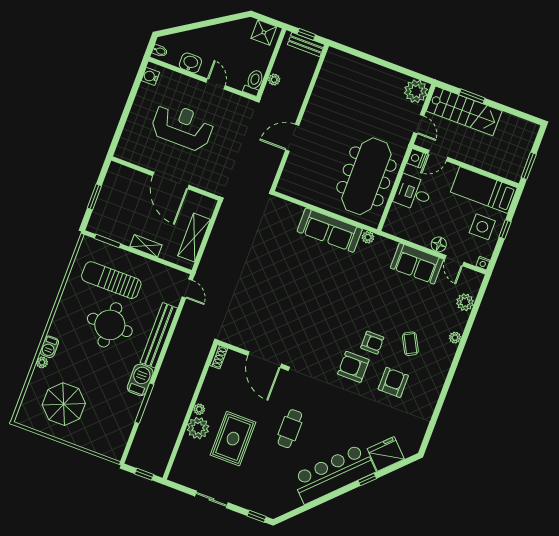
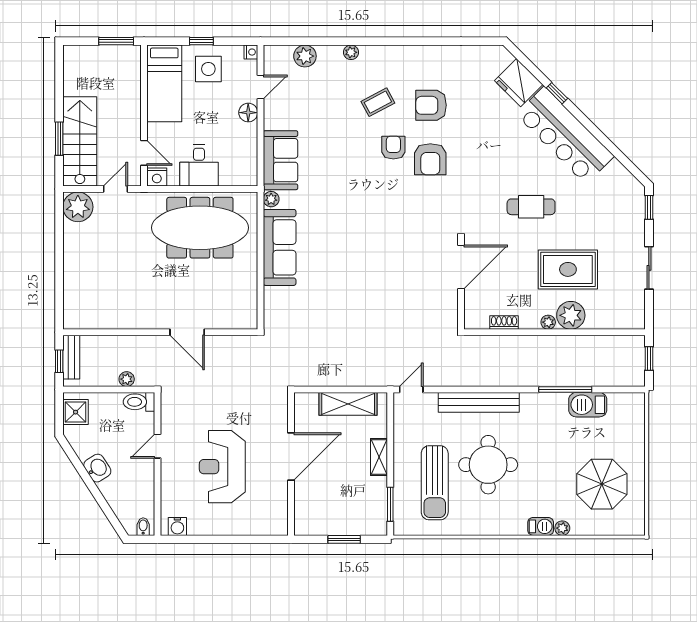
washbasin: (190, 63) -> (97, 468), moved, turned 147
sofa: (417, 264) -> (281, 160), moved
shoe rack: (219, 357) -> (504, 323), moved
barbecue: (140, 380) -> (588, 405), moved

